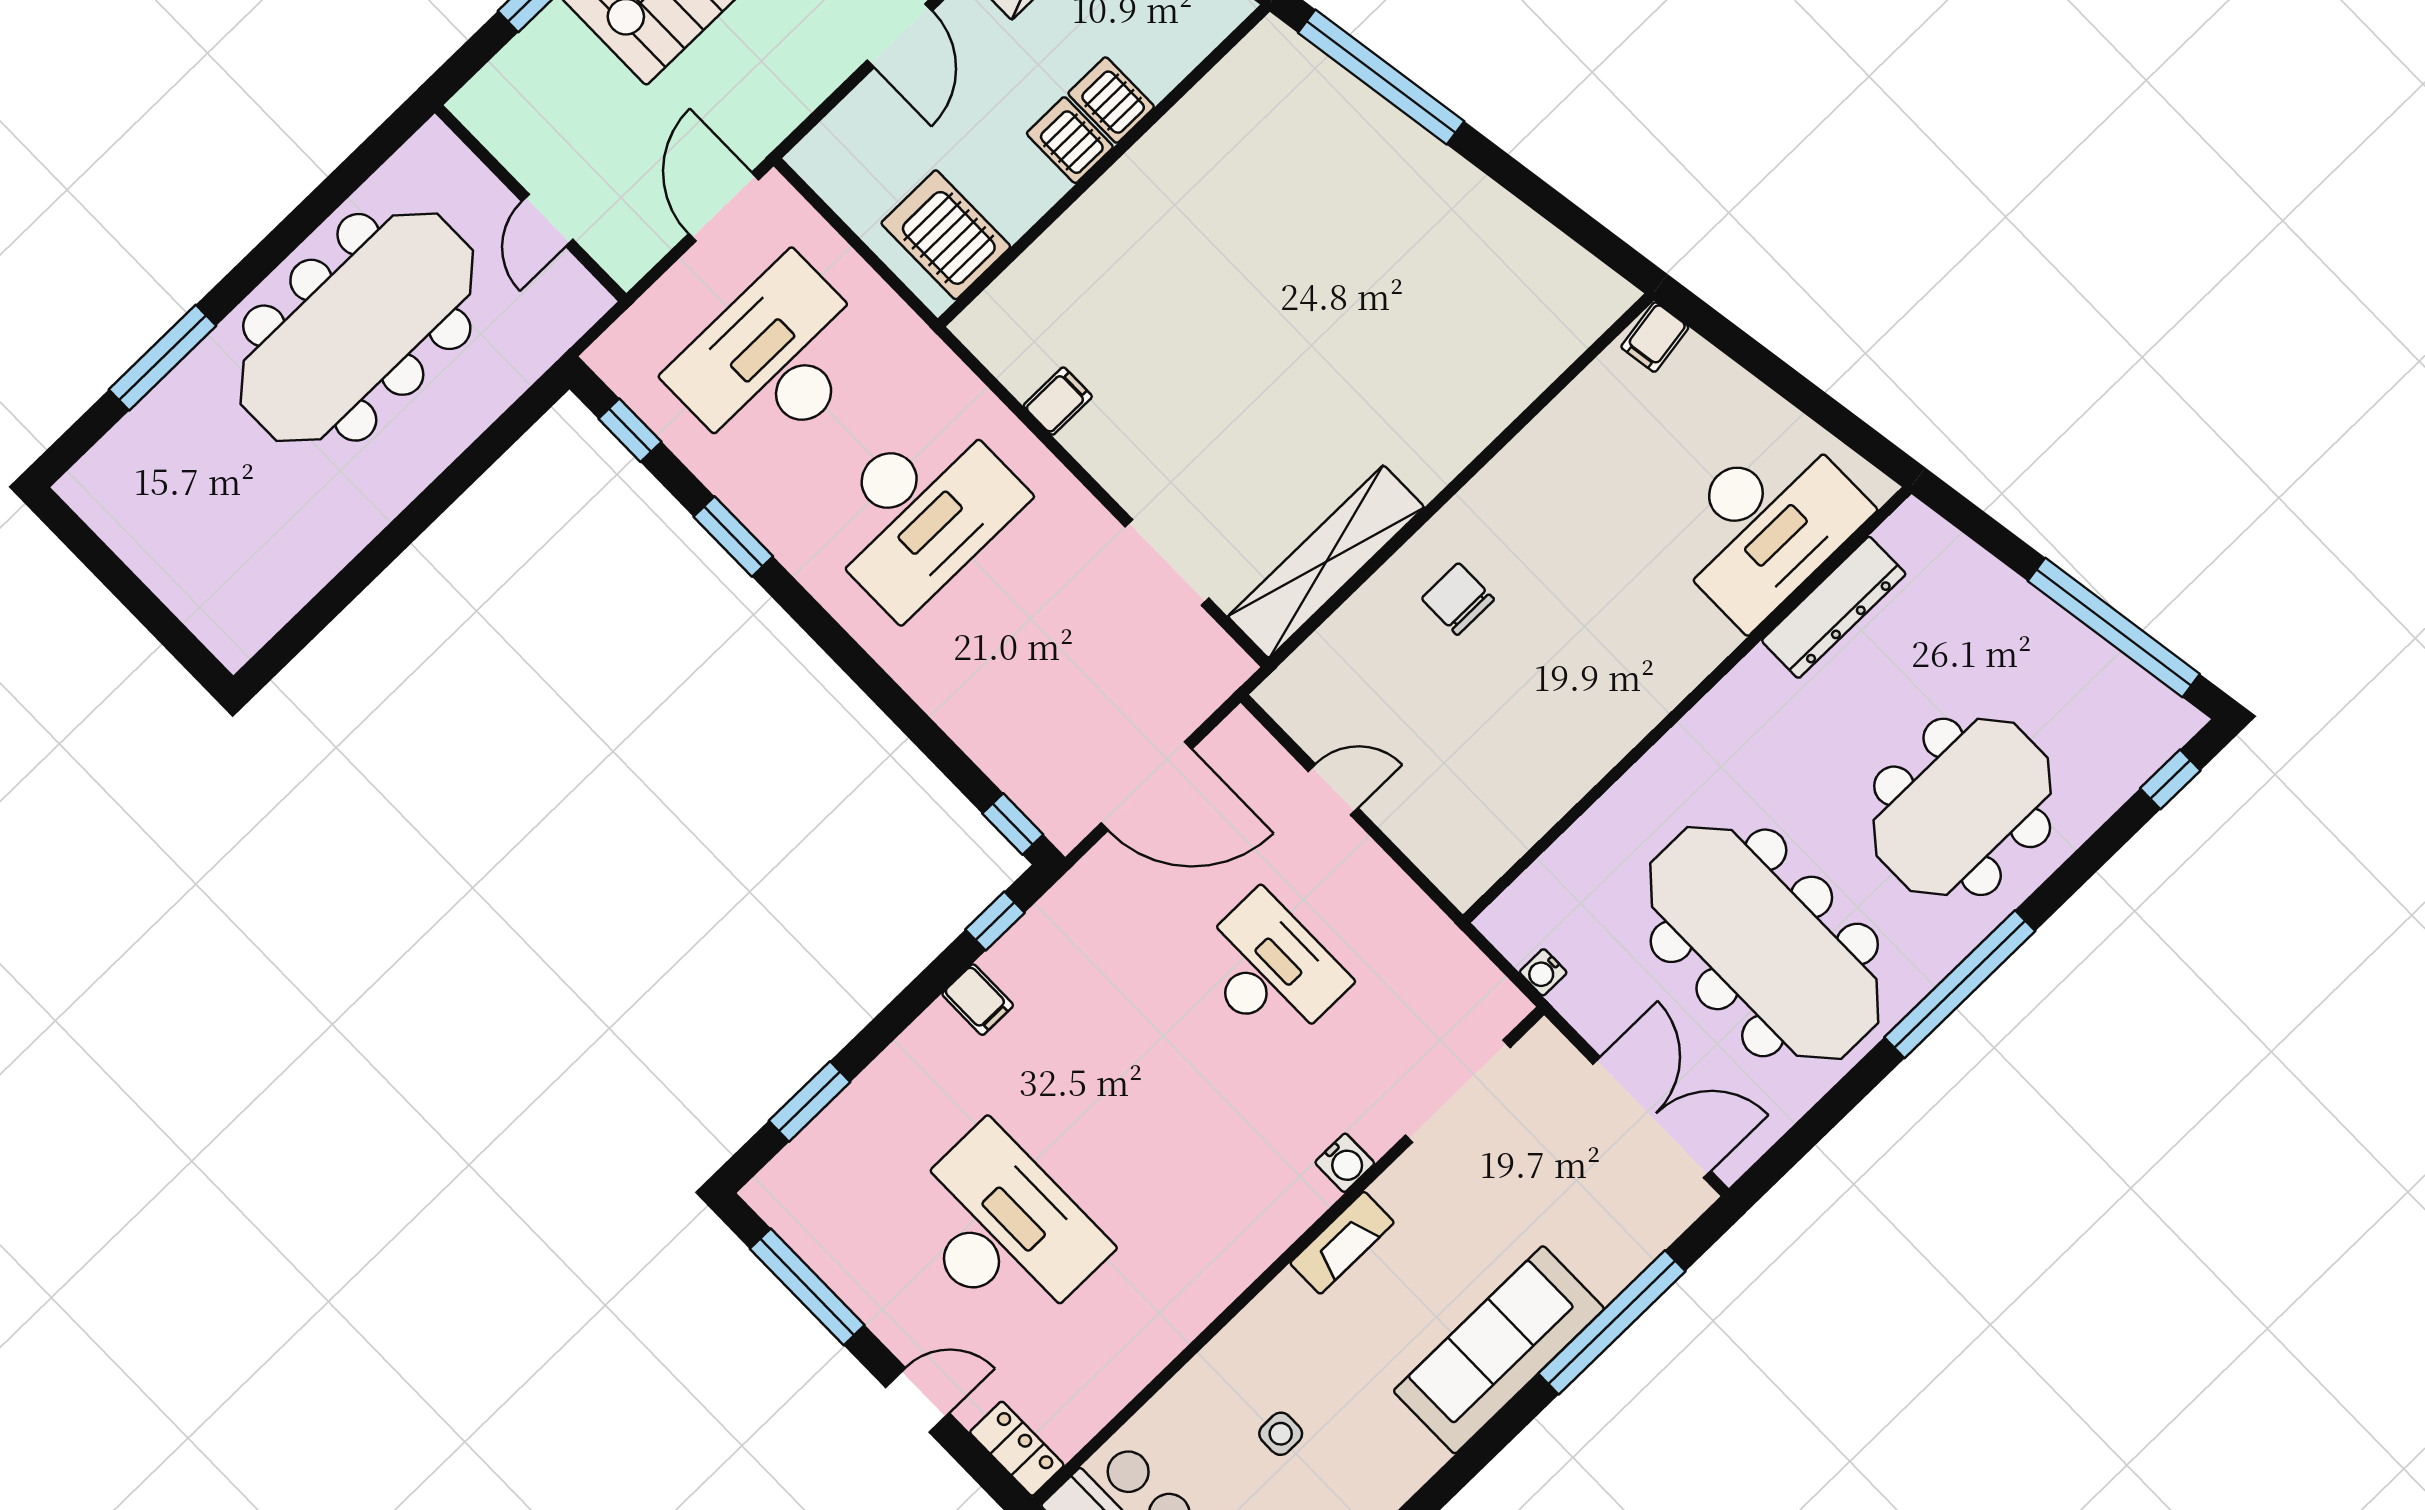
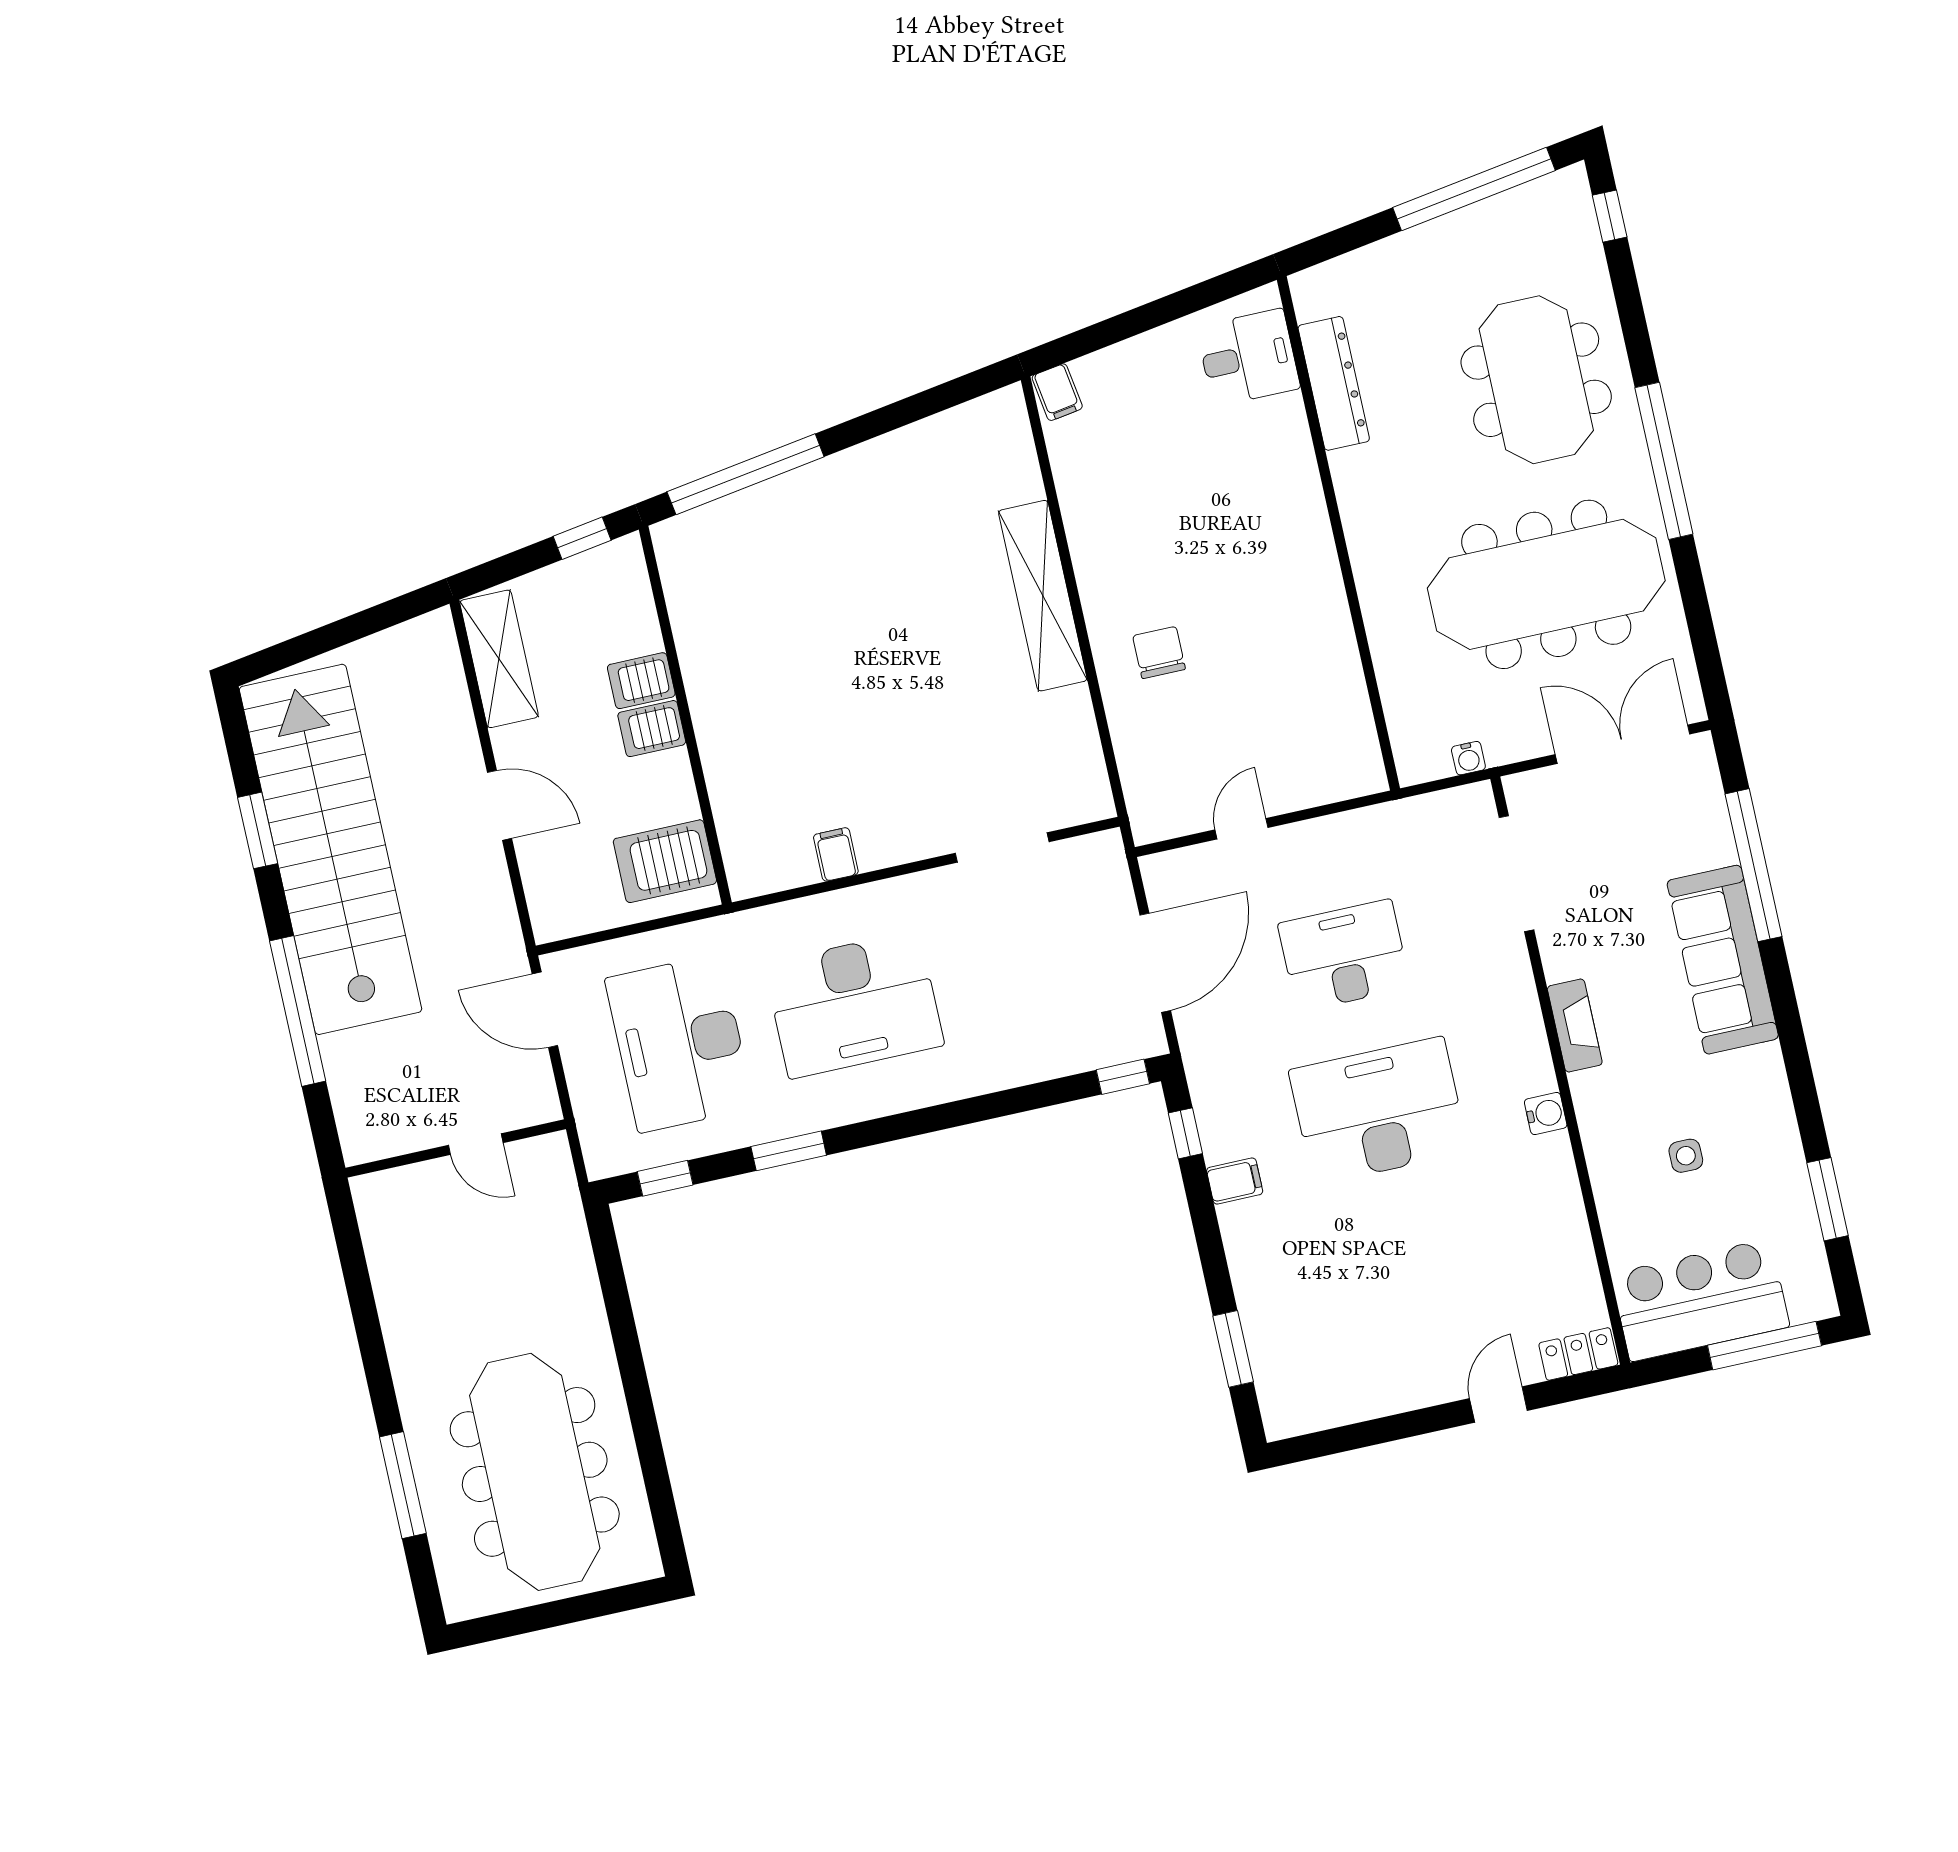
meeting table: (357, 327) -> (535, 1472), moved
desk: (919, 512) -> (854, 1005), turned 90
desk: (1765, 525) -> (1248, 358), width x0.53, depth x0.77
shelving: (1326, 562) -> (1043, 596), moved
chair: (1458, 599) -> (1159, 653), turned 90
water cooler: (1345, 1163) -> (1546, 1113), moved
desk: (1003, 1230) -> (1379, 1111), moved
window: (807, 1287) -> (1367, 1434), removed

